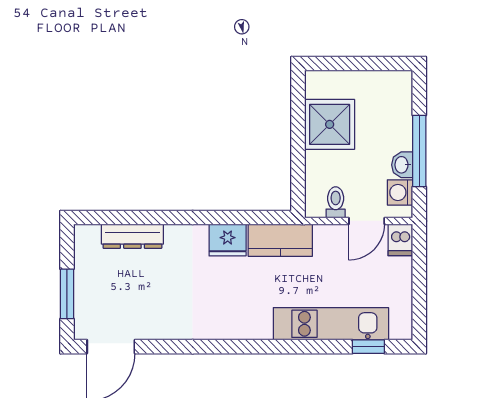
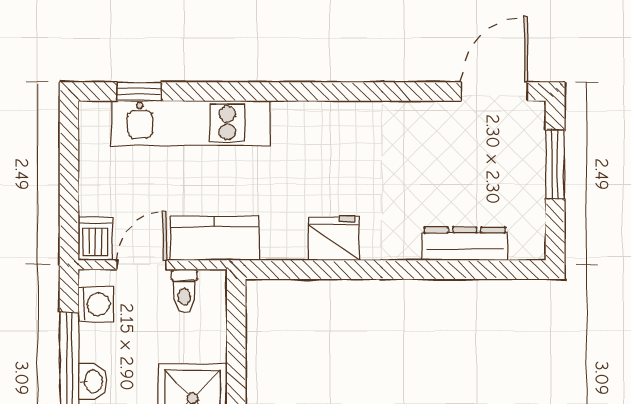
washbasin: (402, 165) -> (93, 381), moved
kitchen counter: (280, 240) -> (215, 238), moved

